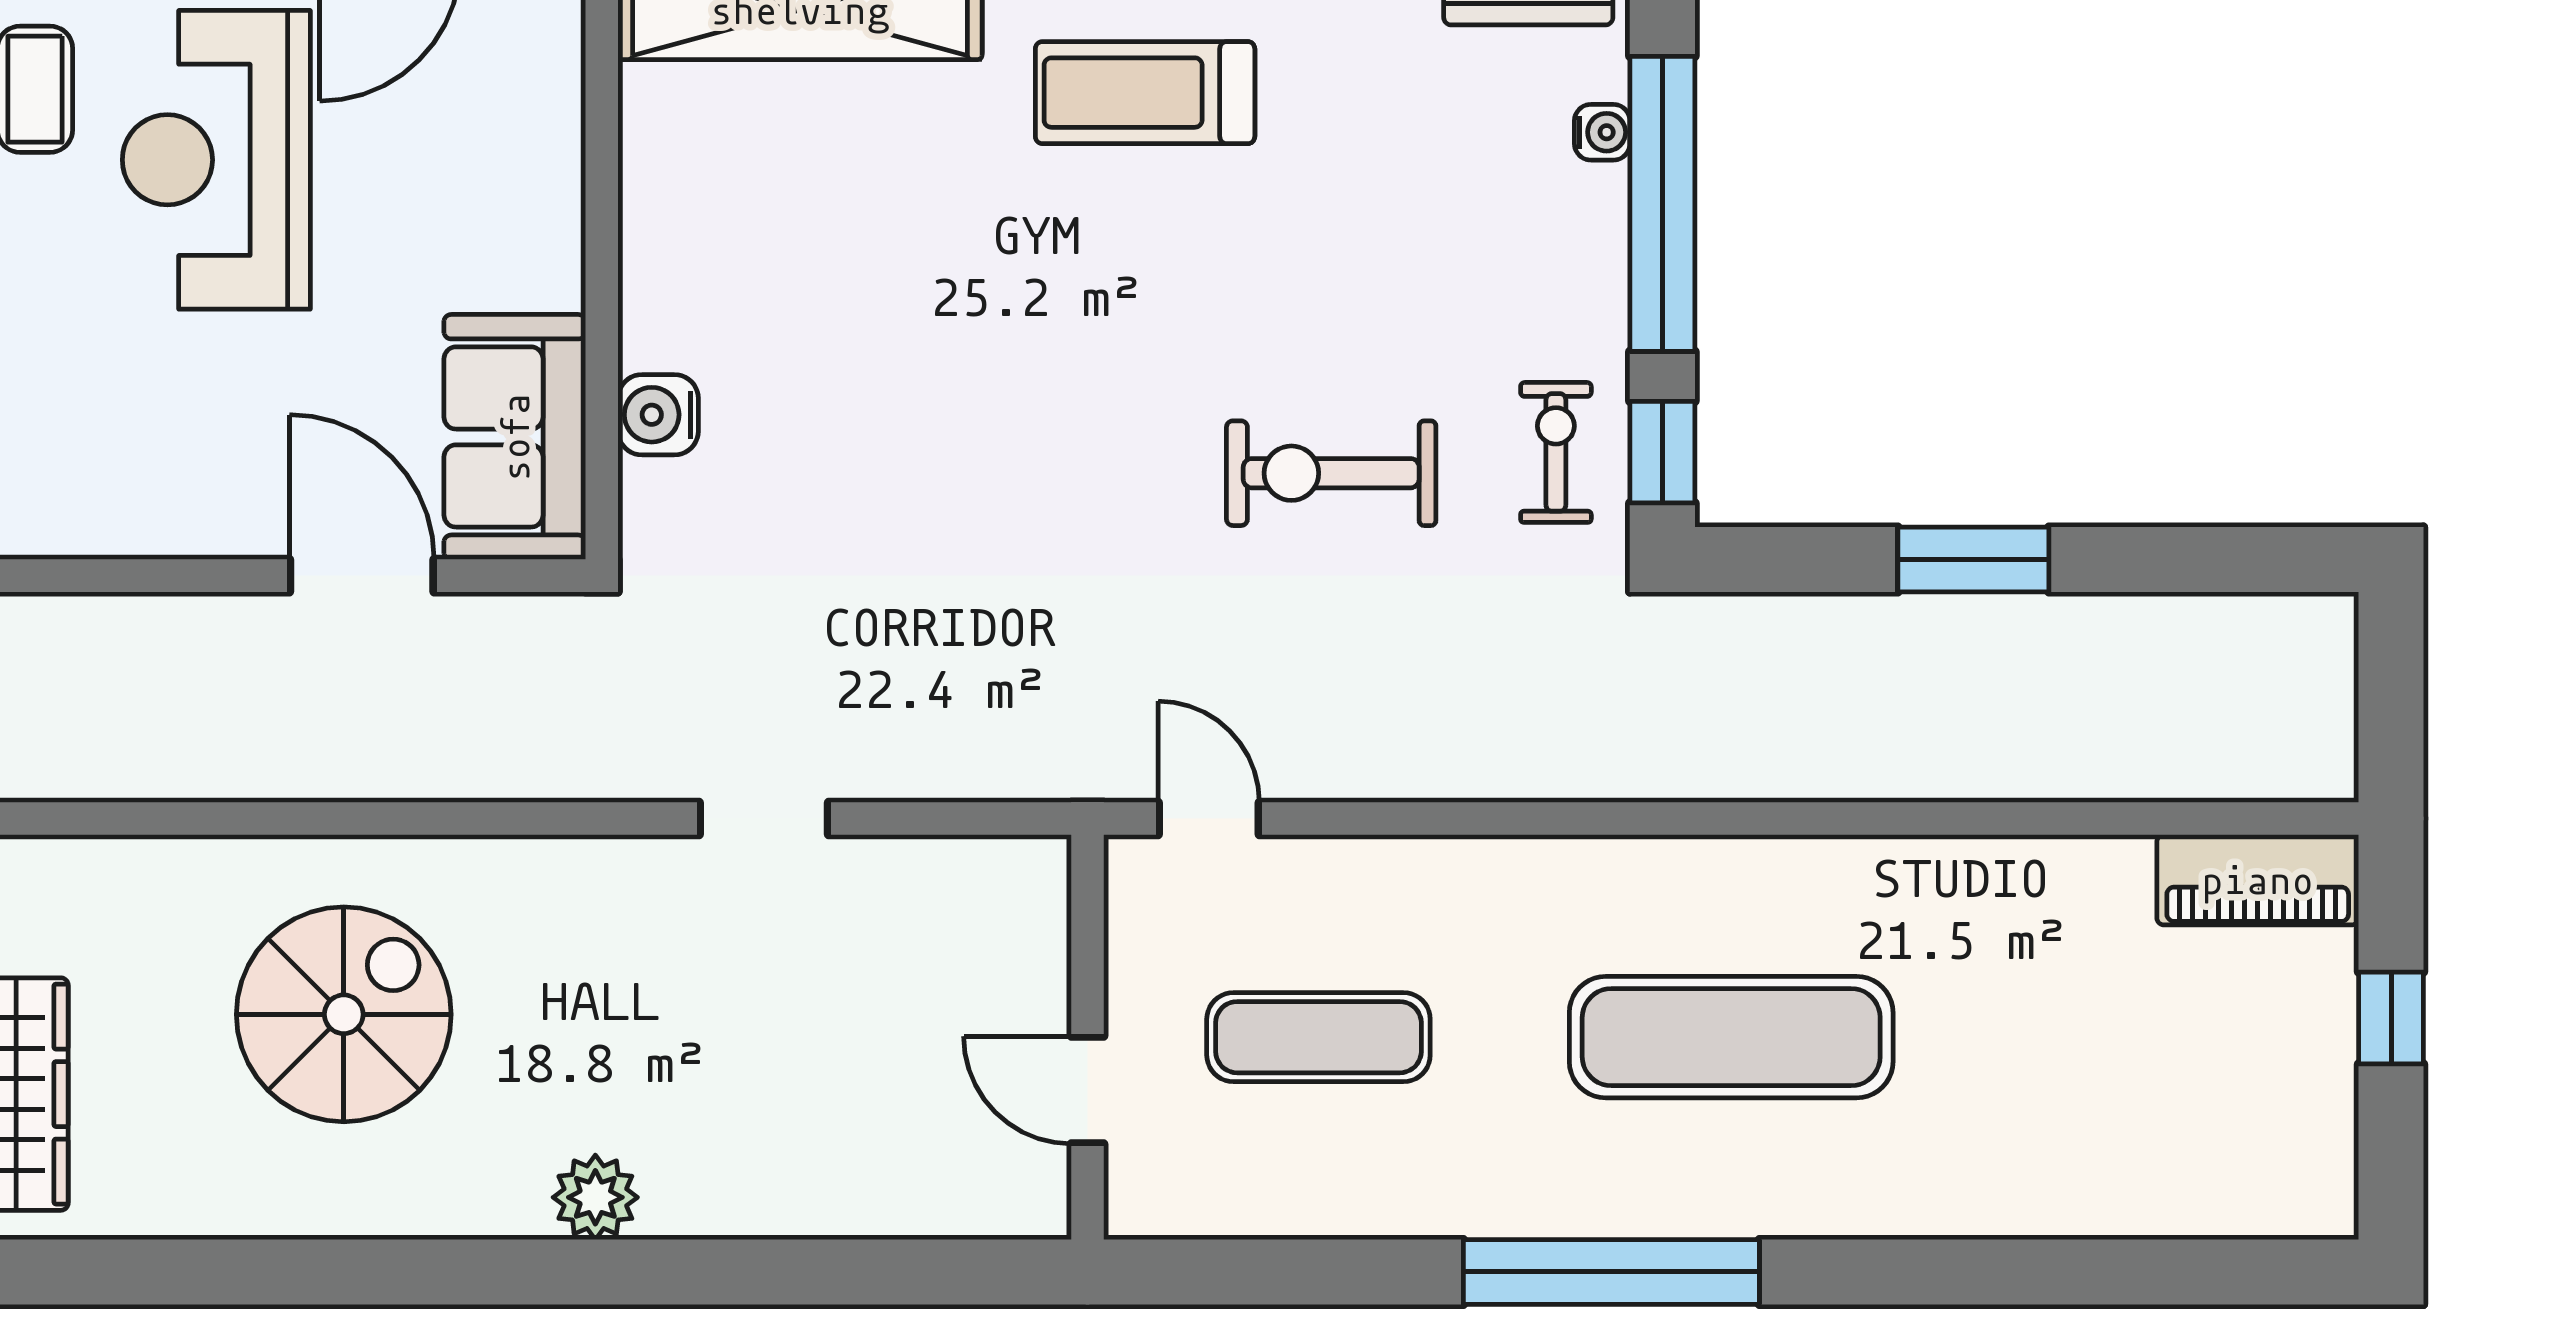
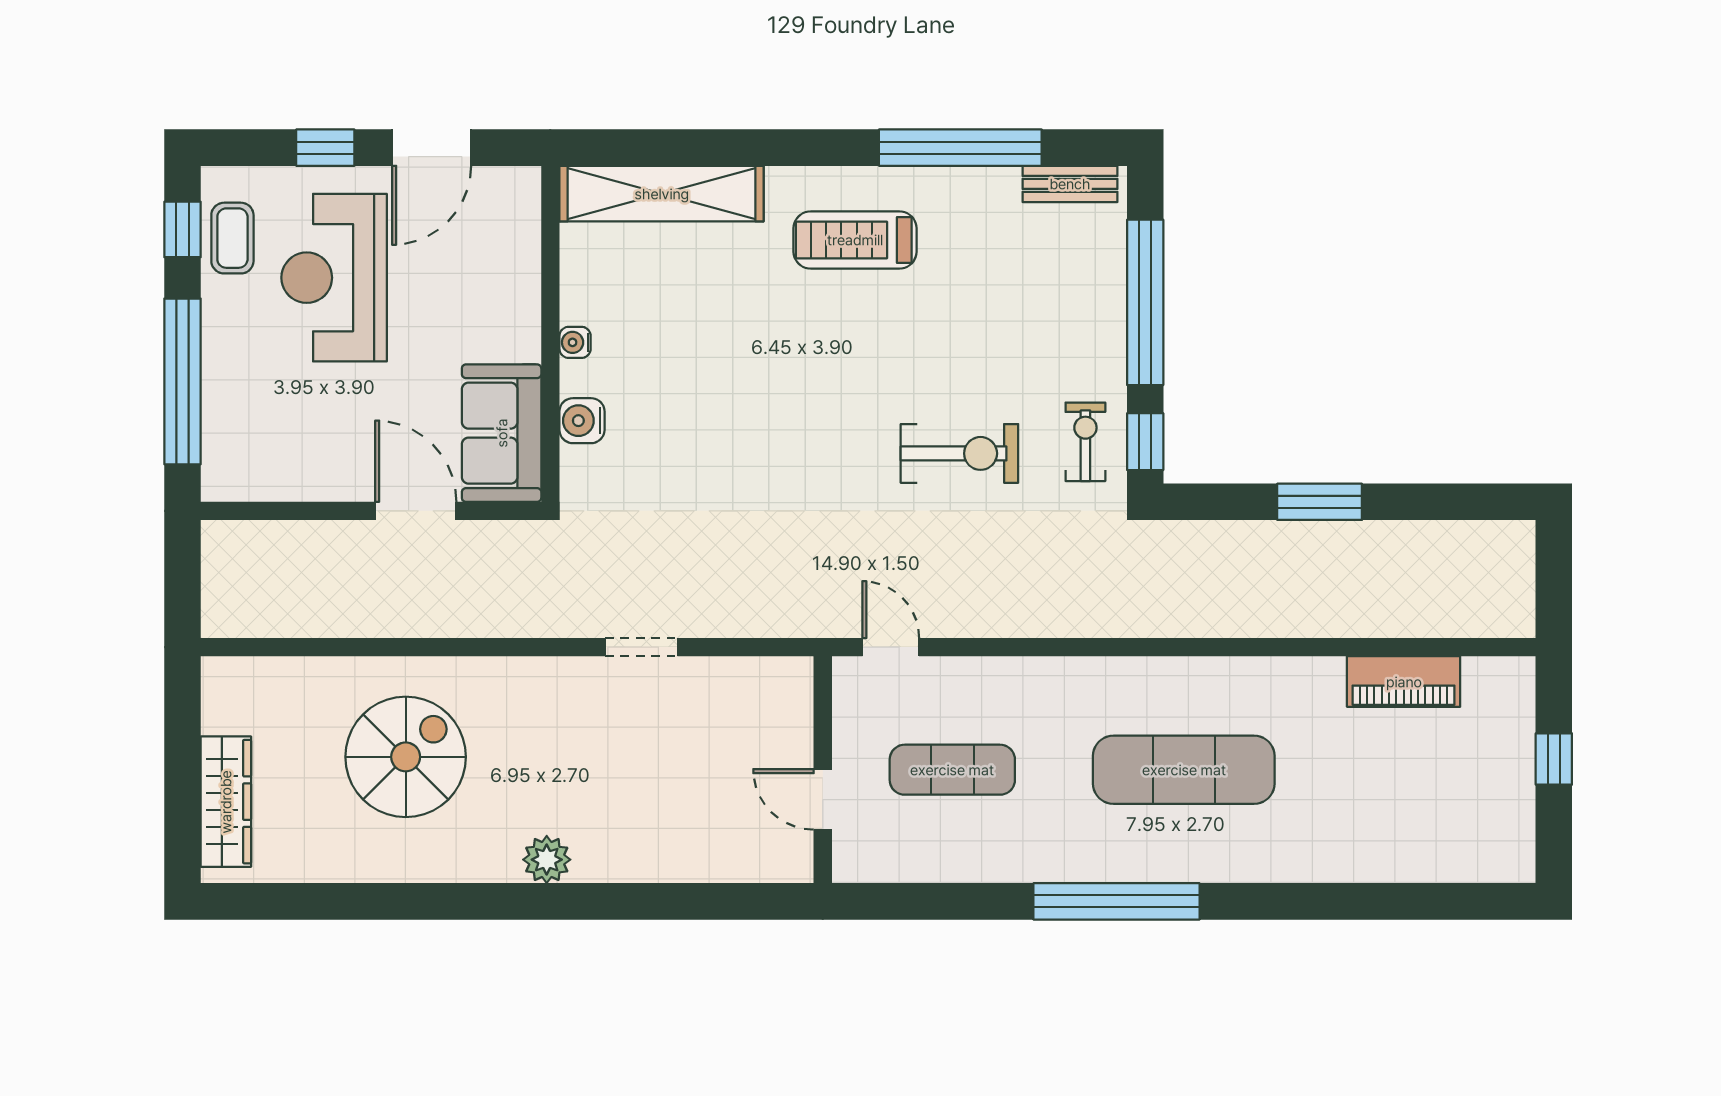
water cooler: (1602, 132) -> (575, 342), moved, turned 180
exercise bike: (1331, 473) -> (959, 453), turned 180
piano: (2258, 880) -> (1404, 682), moved

